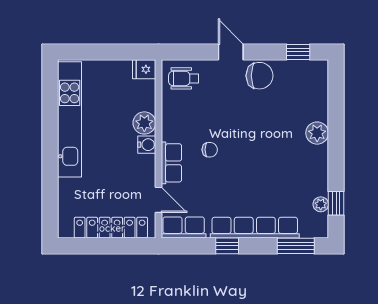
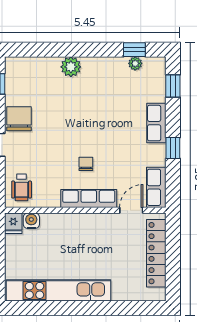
plant: (144, 123) -> (62, 223), removed
water cooler: (147, 145) -> (31, 221), moved
row of seats: (171, 163) -> (89, 198), width x1.48
row of seats: (255, 228) -> (156, 123), width x0.50
window: (296, 246) -> (173, 86), width x0.67

